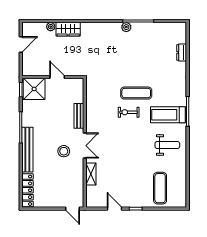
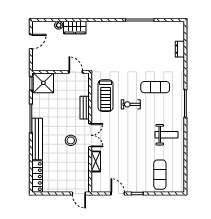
plant: (126, 27) -> (129, 26), removed
door: (57, 77) -> (76, 72), moved
exercise mat: (136, 93) -> (155, 87), moved
treadmill: (168, 115) -> (106, 96), moved, turned -90

